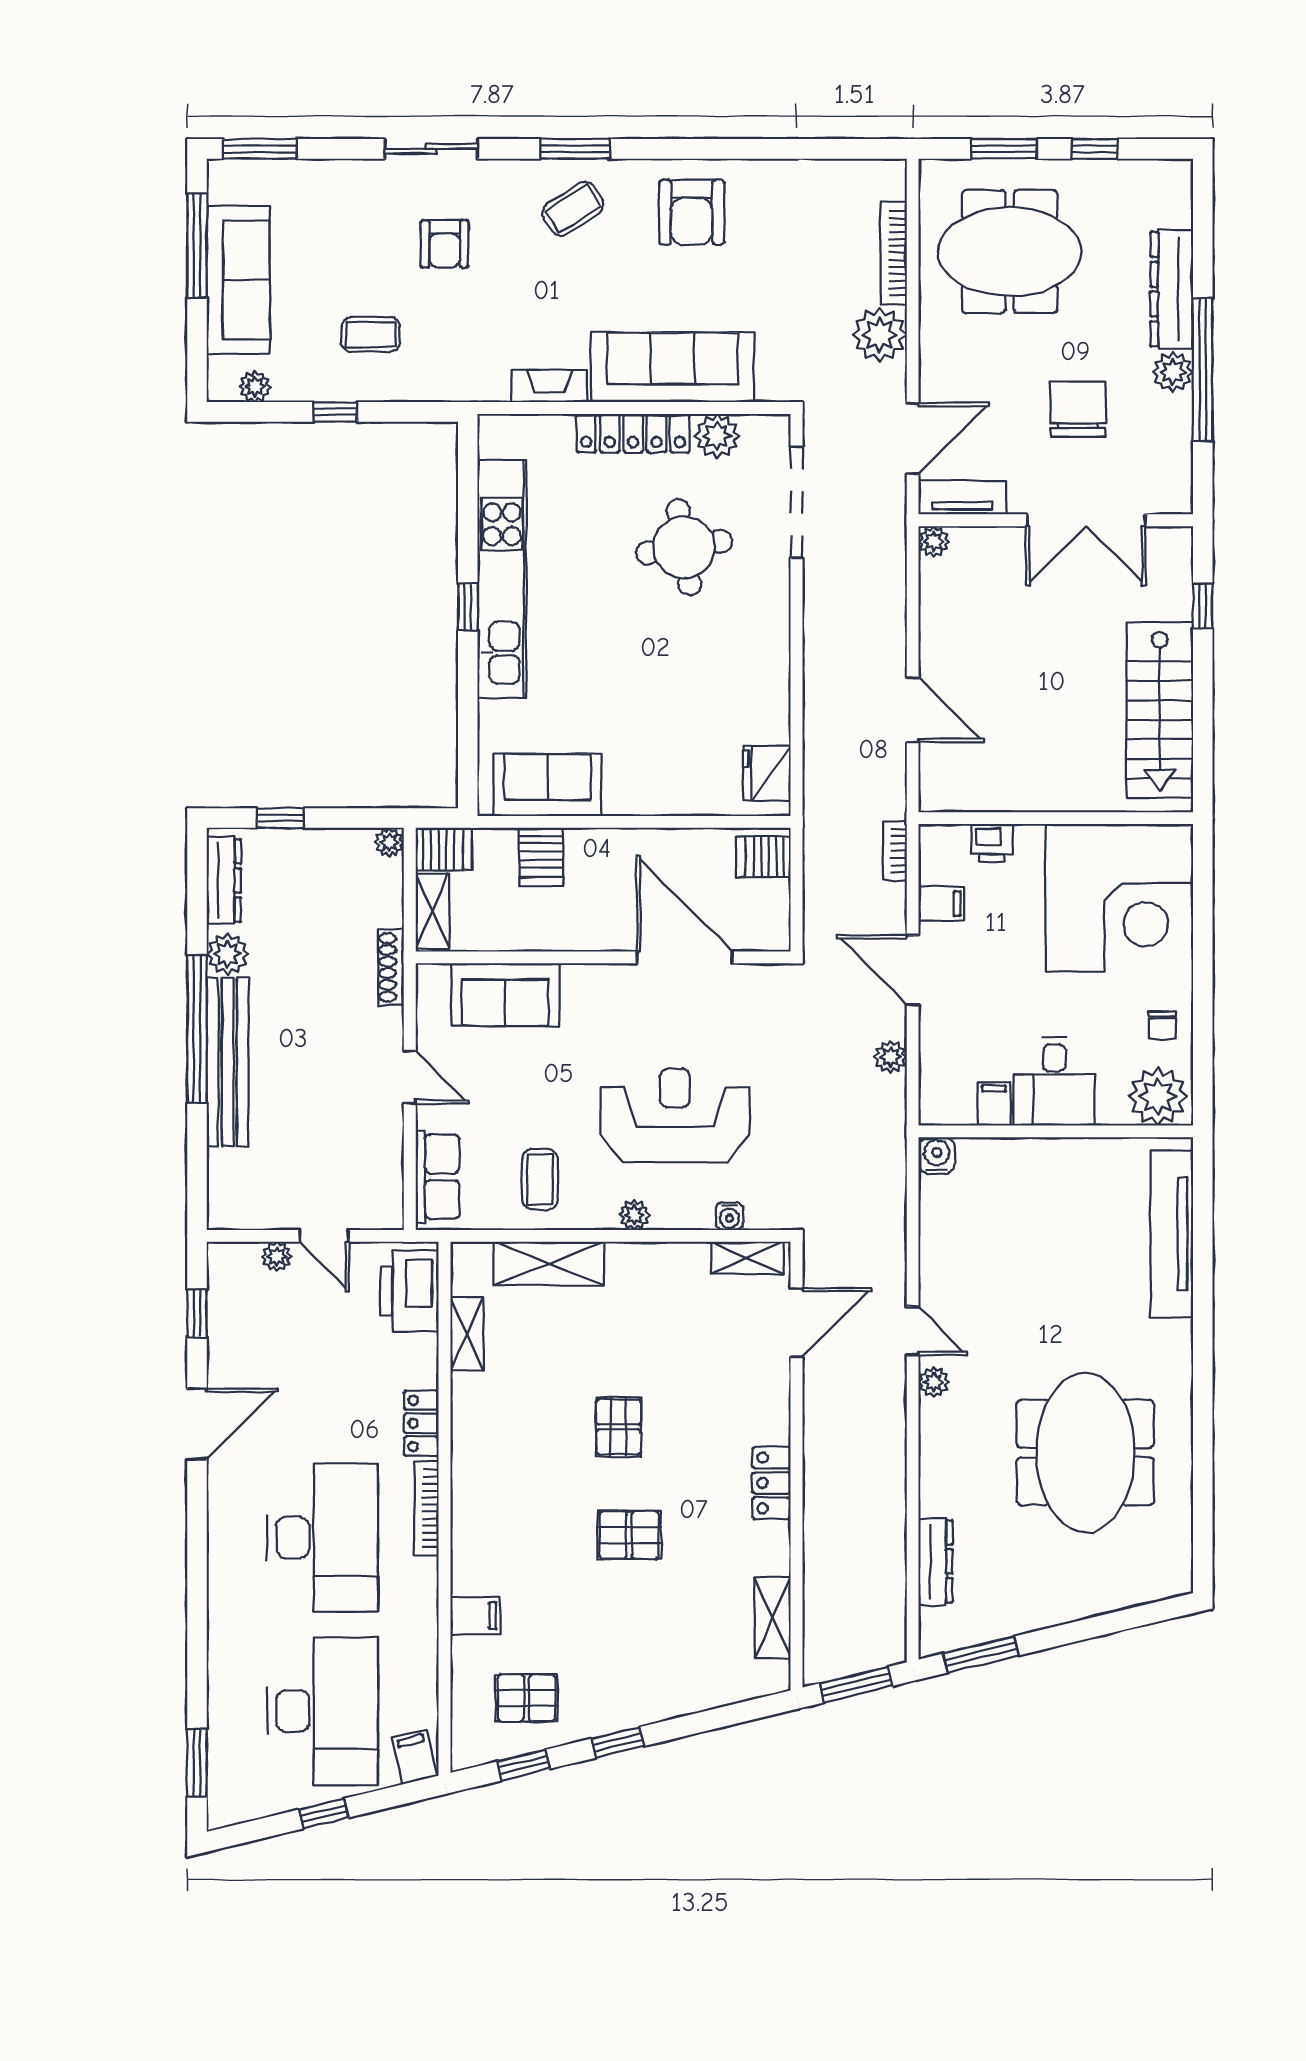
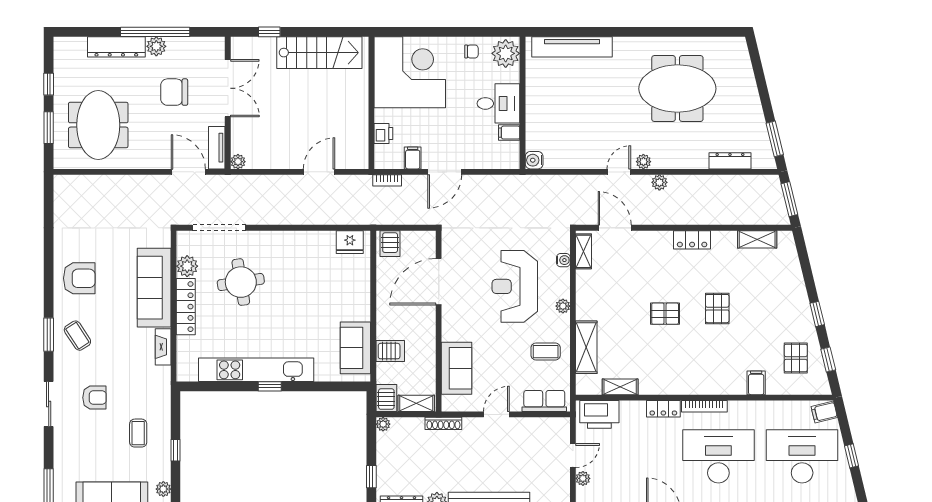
bookcase: (894, 253) -> (99, 181), removed
plant: (879, 335) -> (138, 188), removed
plant: (891, 1057) -> (659, 182), moved

